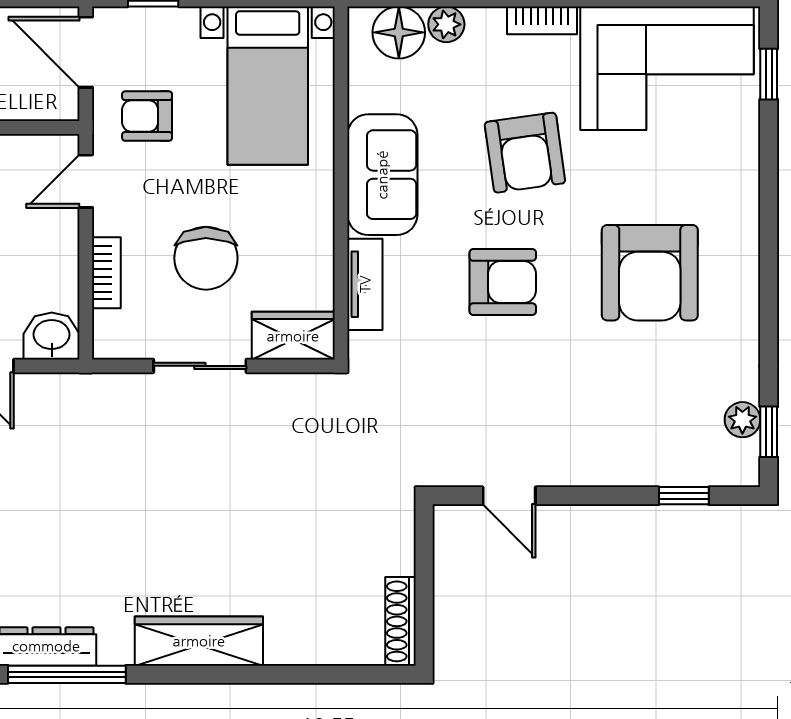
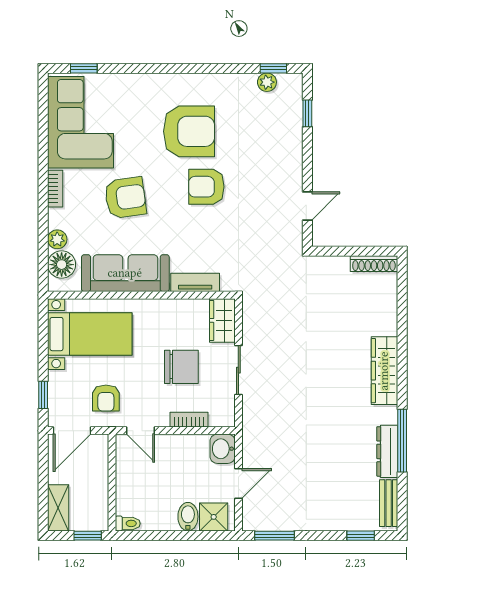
sofa: (382, 175) -> (125, 273), width x1.36
armchair: (503, 282) -> (206, 187), moved, turned -90

